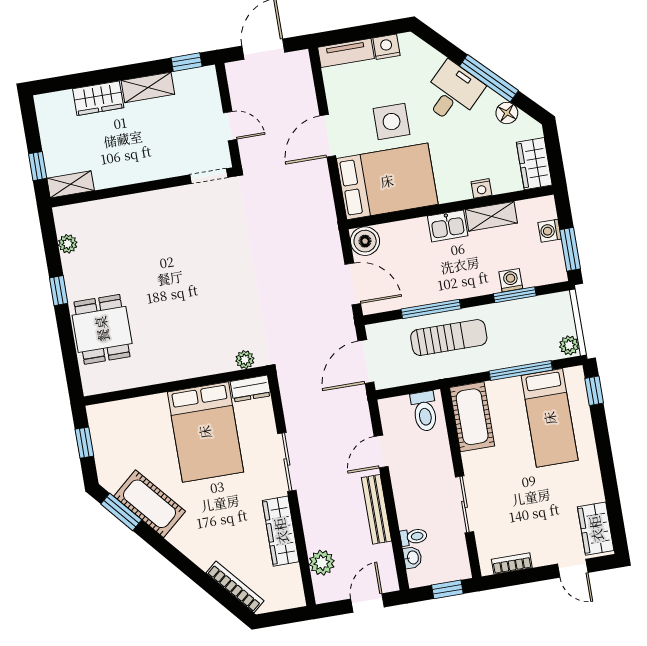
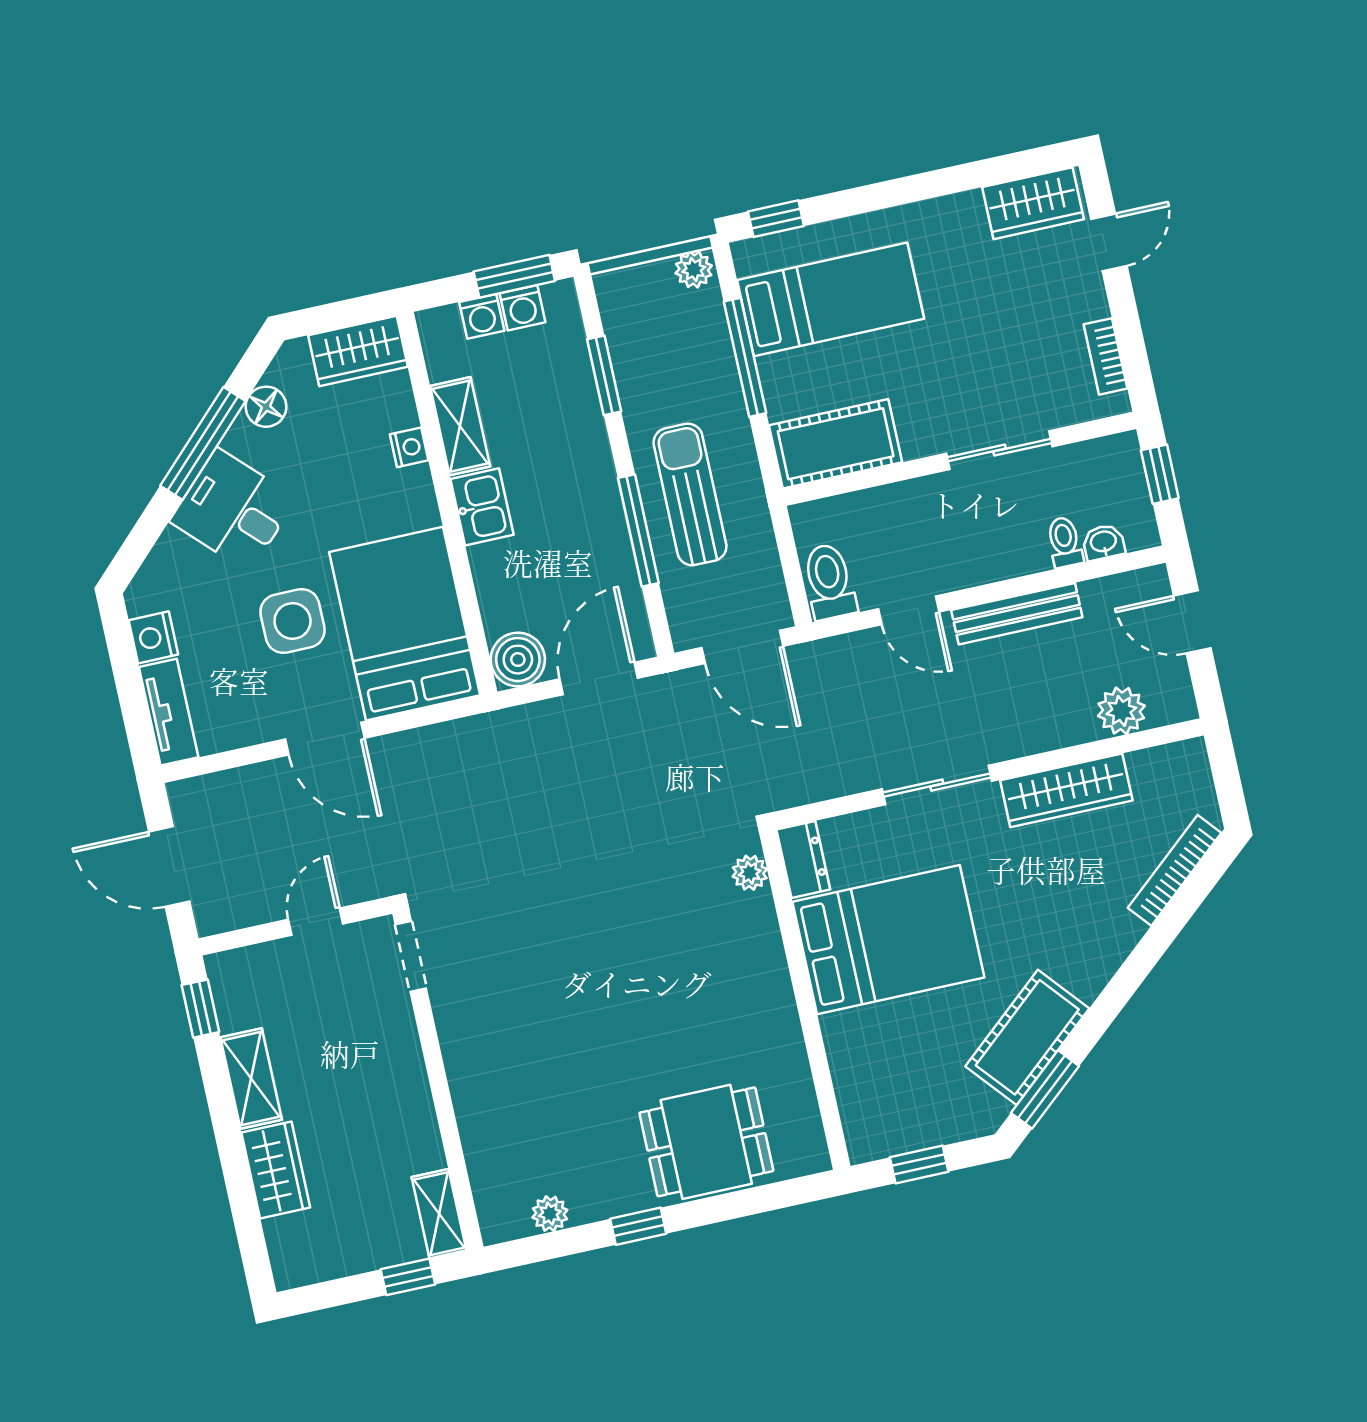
washing machine: (511, 280) -> (523, 308), moved, turned -90
toilet: (424, 411) -> (829, 582), moved, turned -90

